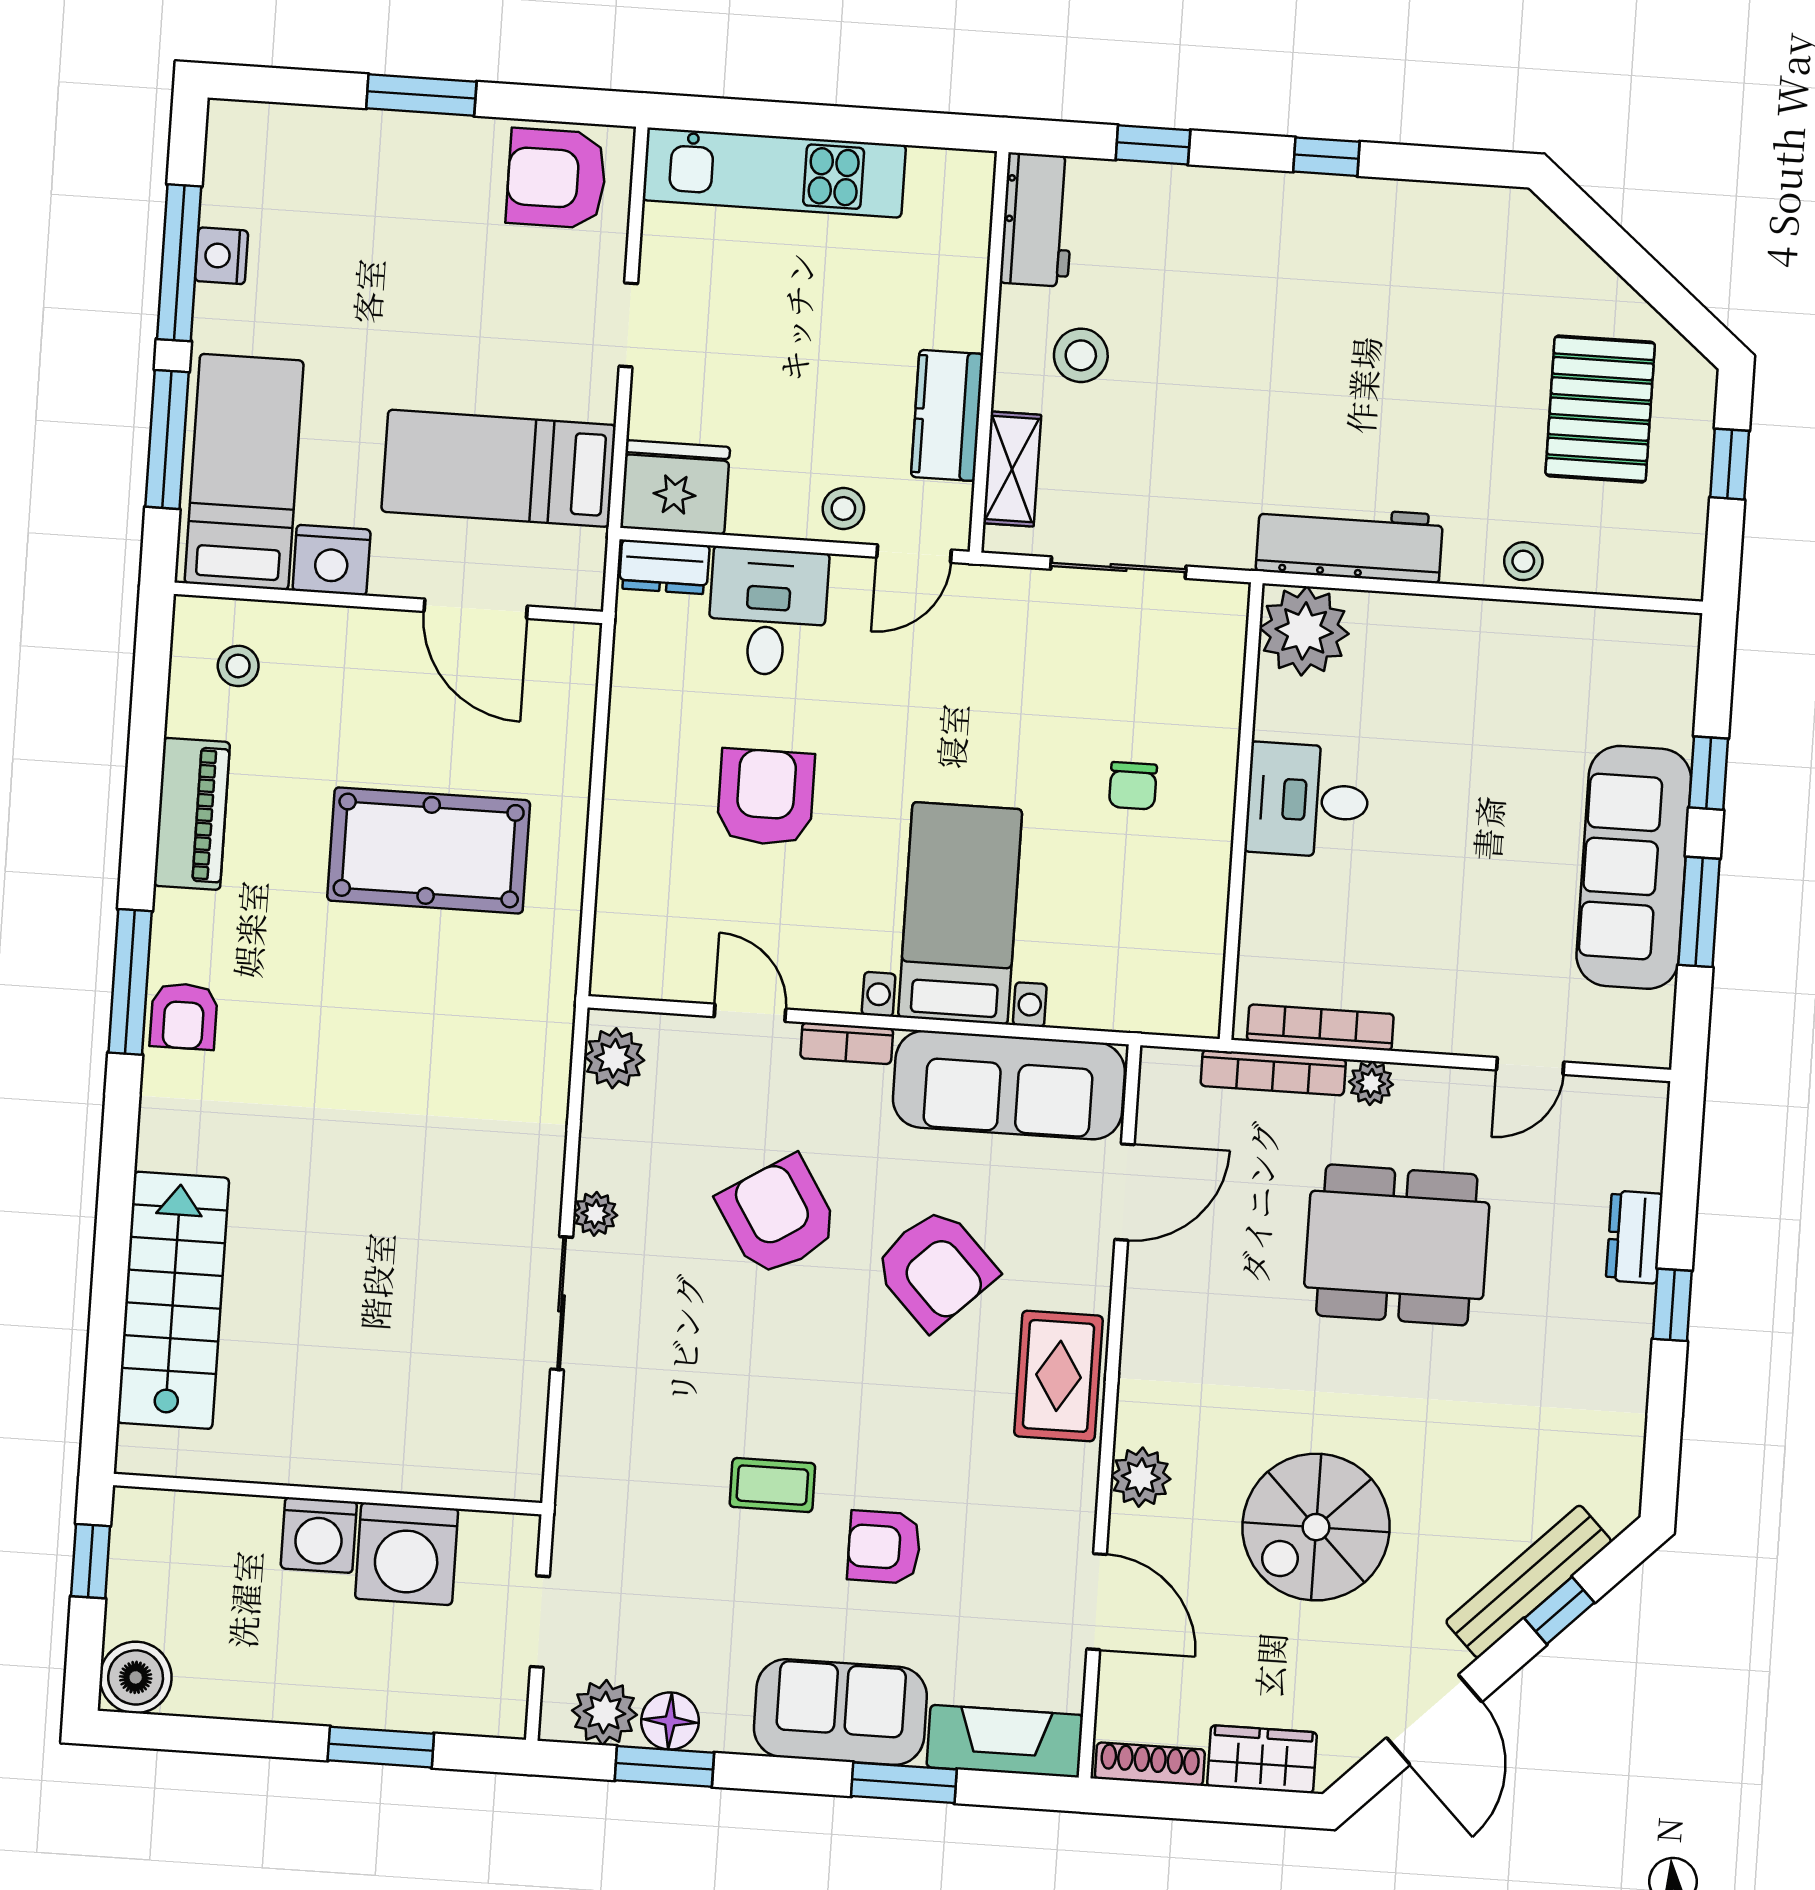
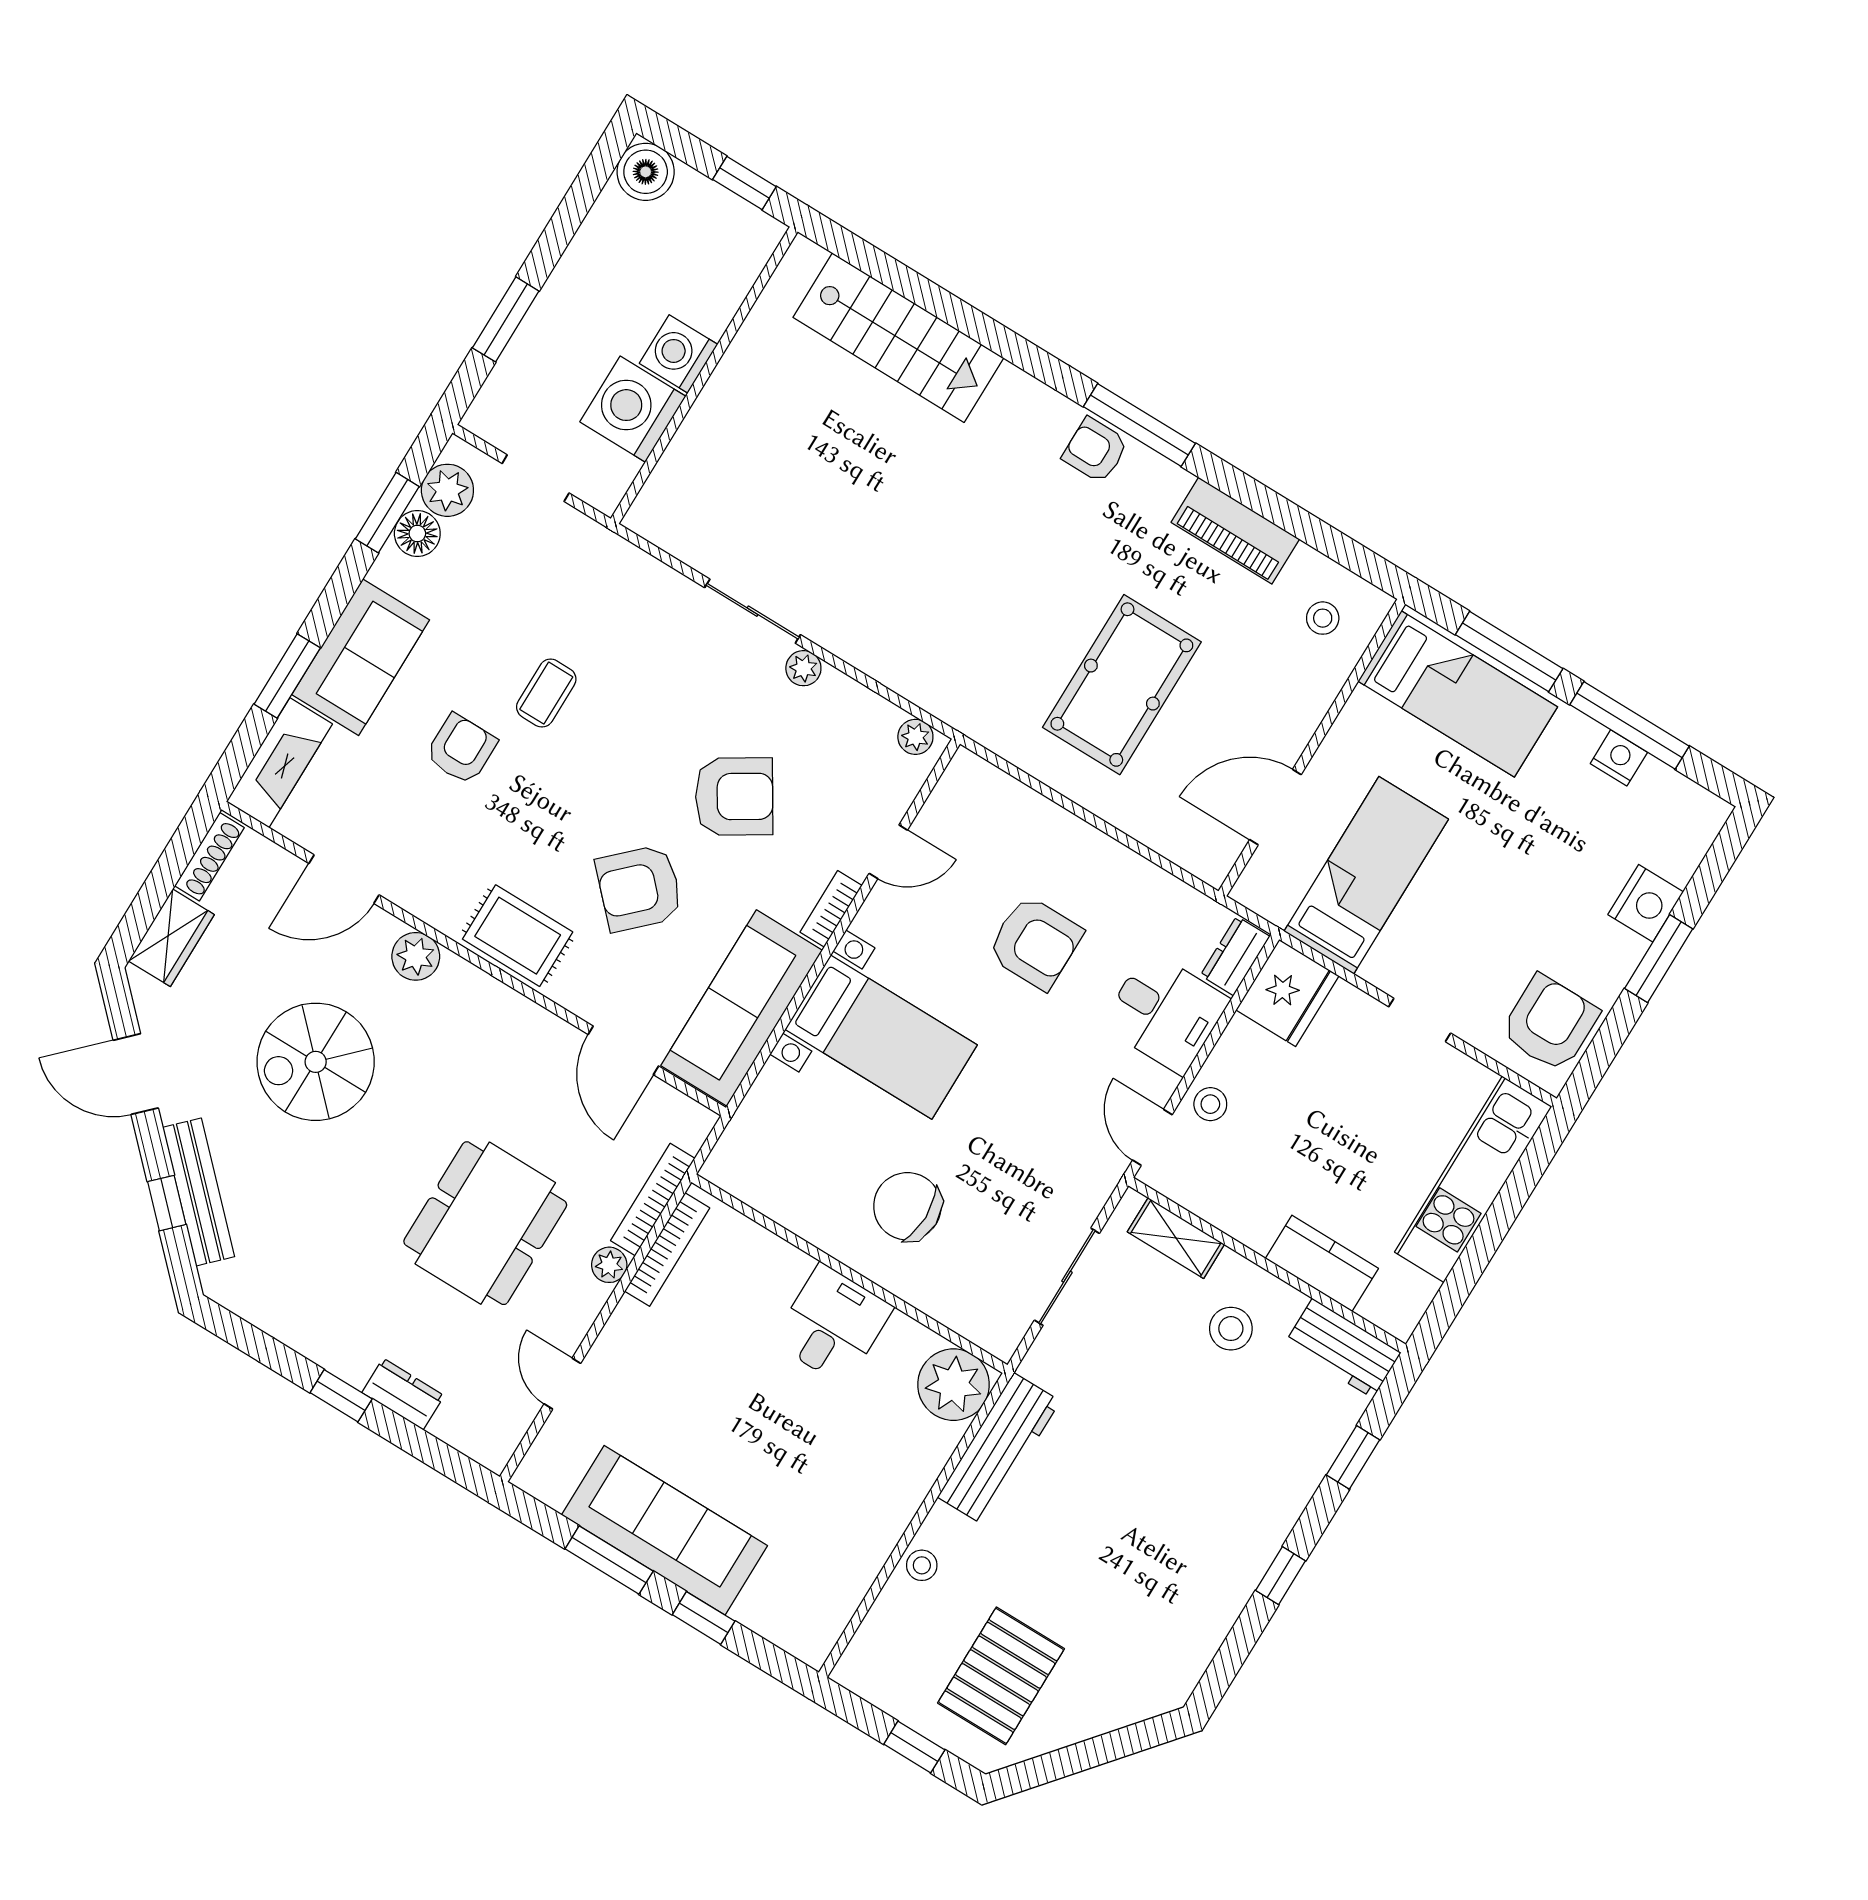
pallet: (1600, 409) -> (1001, 1676), turned 90
kitchen counter: (947, 415) -> (1322, 1263), moved
nightstand: (332, 560) -> (1646, 903), moved, turned 180
chair: (1133, 786) -> (907, 1206), width x1.87, depth x1.87
plant: (614, 1058) -> (915, 737), width x0.73, depth x0.73
spiral stairs: (1316, 1527) -> (316, 1062), turned -90

